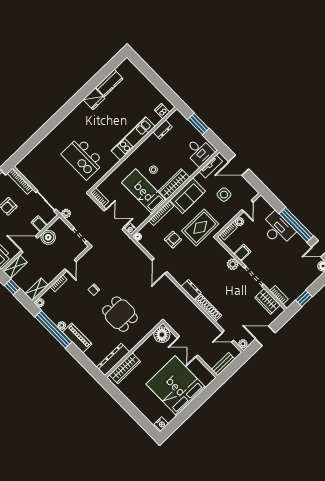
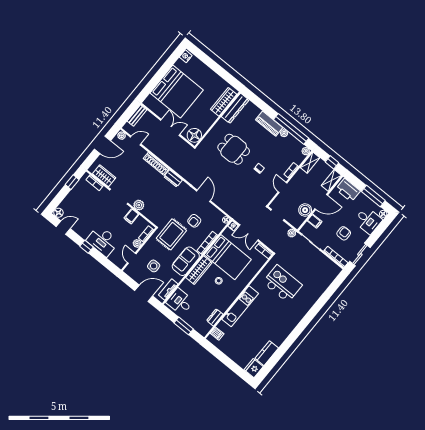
fridge: (94, 99) -> (254, 368), moved
bed: (144, 191) -> (228, 257), width x1.50
window: (296, 225) -> (86, 247), width x0.32

